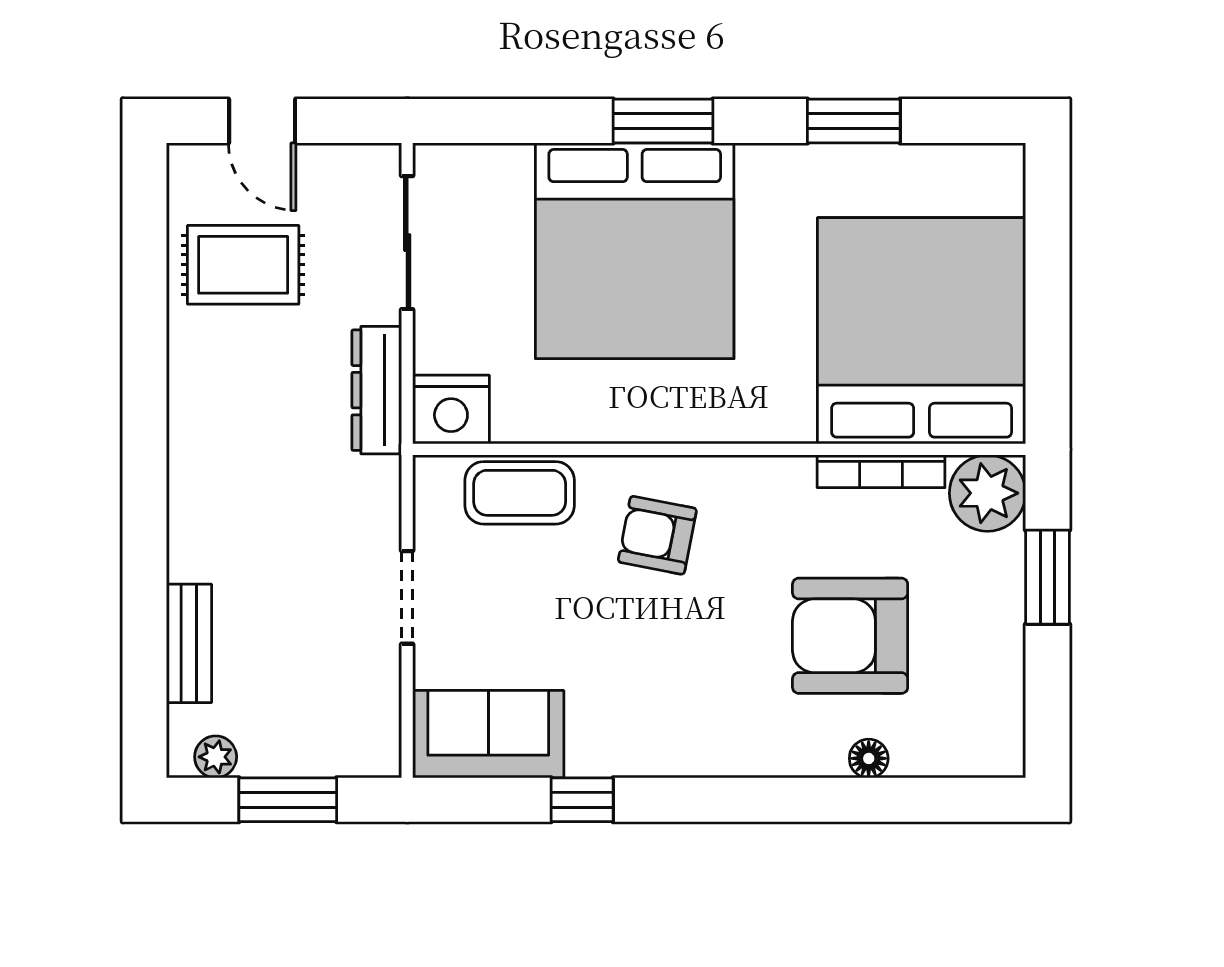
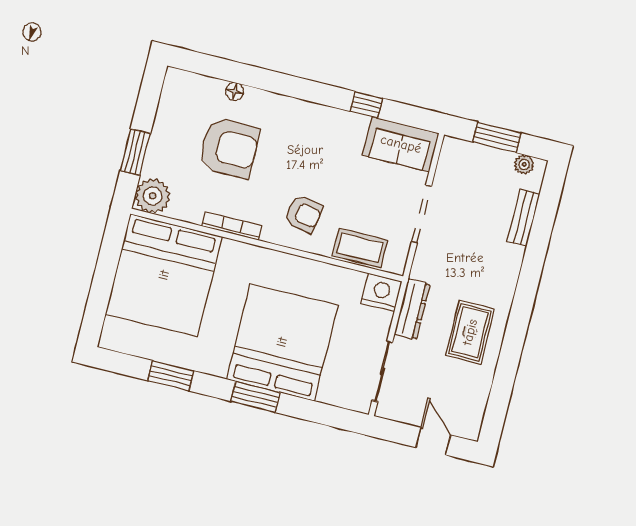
rug: (243, 265) -> (470, 332), moved, turned 90
bookcase: (881, 471) -> (232, 226), moved
doorway: (407, 597) -> (422, 214), width x1.38

